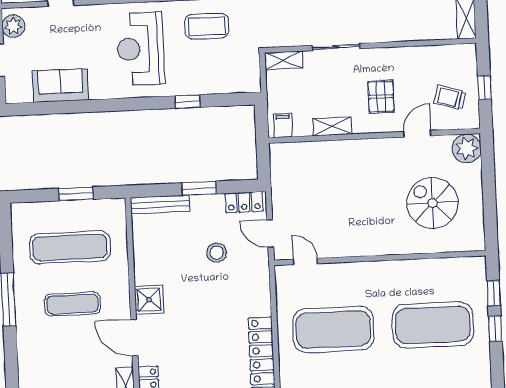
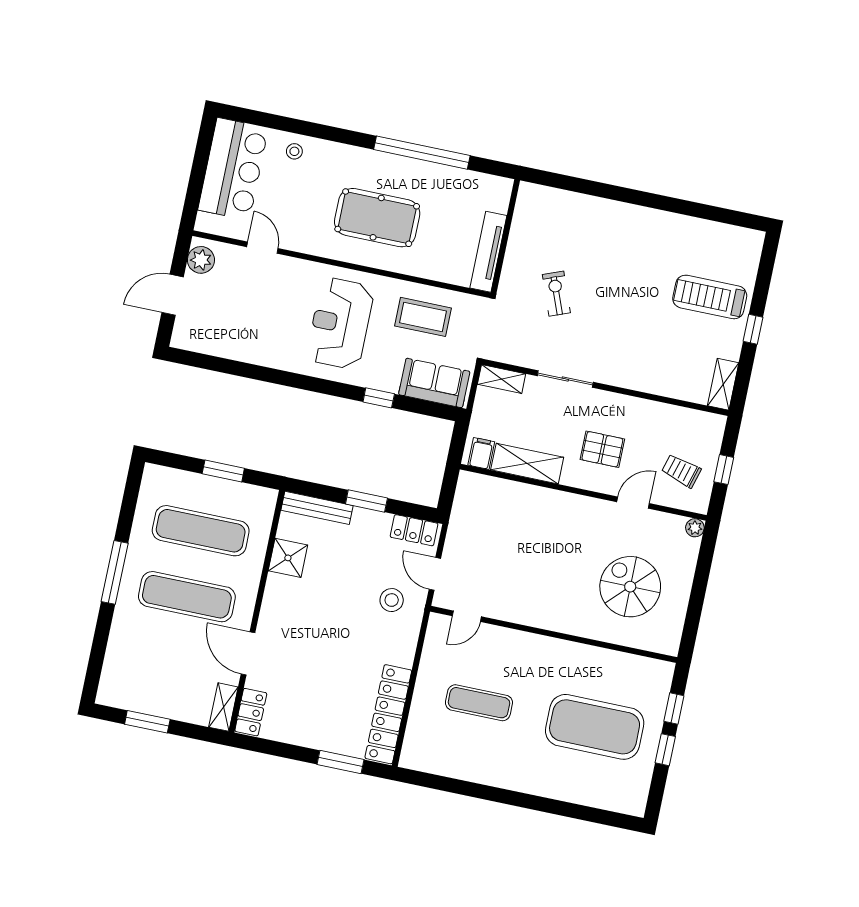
sofa: (60, 85) -> (434, 383), moved
pallet: (381, 97) -> (602, 449), turned 90
shelving: (332, 126) -> (527, 464), width x1.50, depth x1.33
plant: (467, 148) -> (695, 528), width x0.53, depth x0.53
stool: (217, 253) -> (392, 600), moved
door: (305, 261) -> (467, 616), swing flipped
shower: (149, 300) -> (288, 558), moved
exercise mat: (73, 304) -> (187, 597), width x1.36, depth x1.45
exercise mat: (333, 329) -> (479, 703), width x0.50, depth x0.69

